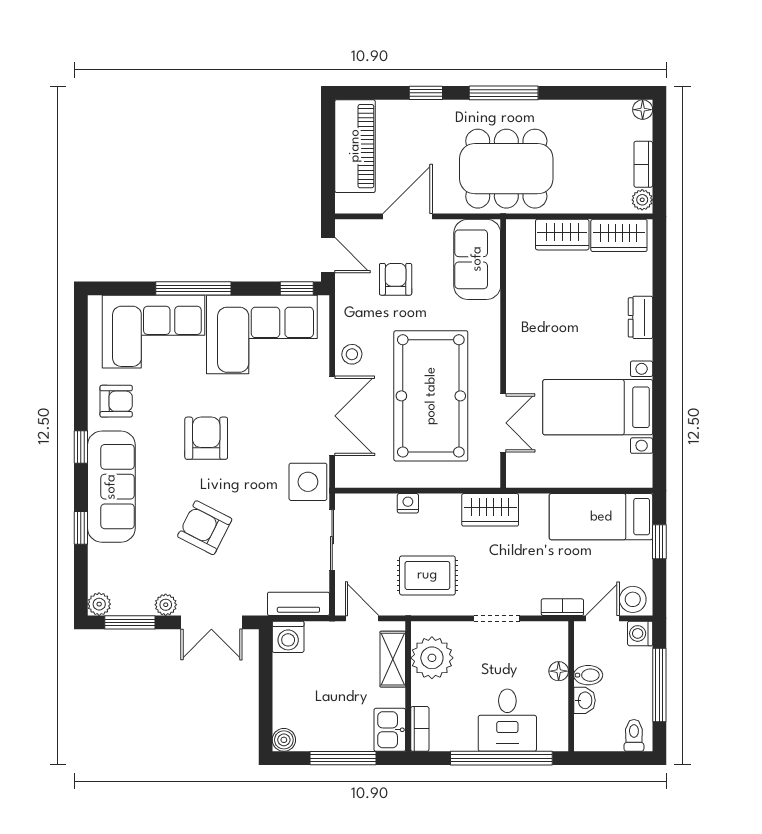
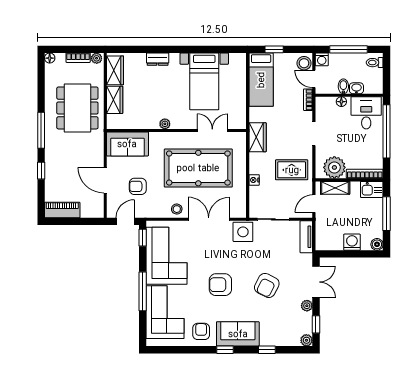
piano: (355, 146) -> (62, 210), width x0.73, depth x0.75
dining table: (506, 169) -> (77, 108), moved
plant: (516, 331) -> (165, 124), added
sofa: (111, 487) -> (238, 334), width x0.73
rug: (427, 575) -> (292, 170), turned 90
window: (130, 622) -> (316, 324), width x0.67
washing machine: (288, 637) -> (352, 242), moved, turned -90
desk: (507, 720) -> (366, 113), moved, turned -90
bookcase: (420, 729) -> (365, 174), width x1.56

